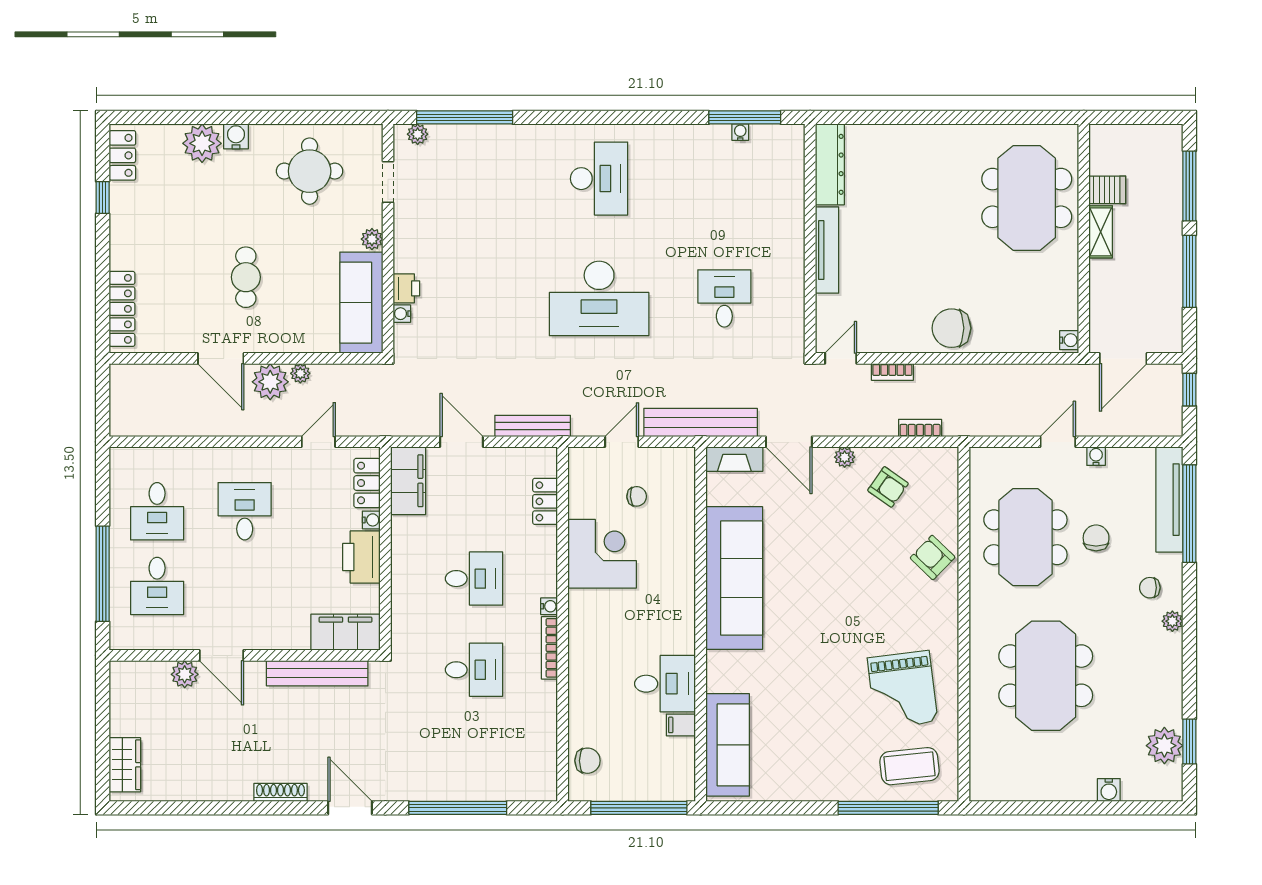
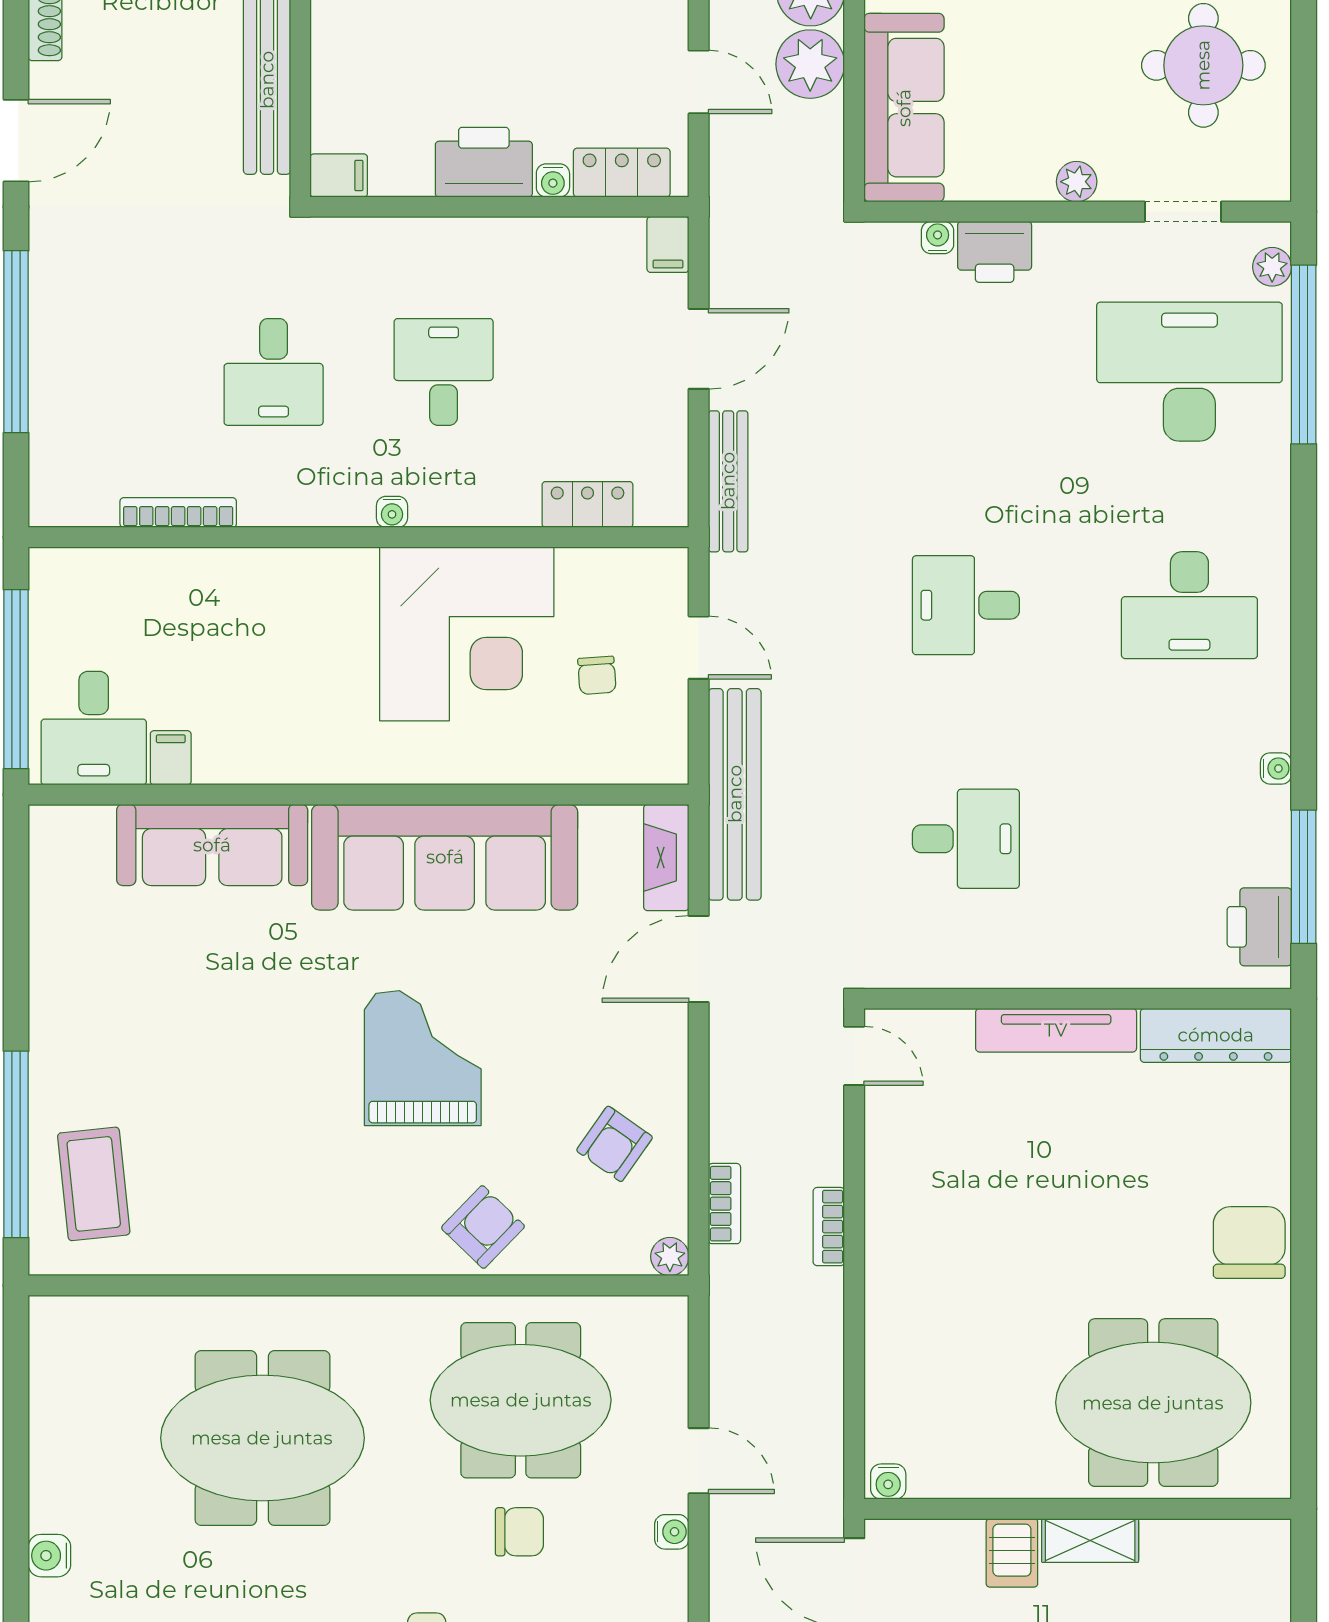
water cooler: (740, 132) -> (1276, 768), moved
printer: (772, 141) -> (1259, 927), added
desk: (474, 179) -> (1189, 372), added
server rack: (1107, 190) -> (1012, 1553), moved
printer: (406, 288) -> (995, 252), width x1.36, depth x1.24
desk: (599, 298) -> (966, 605), width x0.53, depth x0.77
sofa: (361, 303) -> (904, 108), moved, turned 90
chair: (952, 328) -> (1249, 1242), moved
bookcase: (892, 372) -> (829, 1227), moved
plant: (300, 373) -> (810, 64), width x1.88, depth x1.88
plant: (845, 457) -> (670, 1257), moved
filing cabinet: (408, 481) -> (668, 244), width x0.33, depth x0.86
corner desk: (602, 554) -> (467, 634), width x1.36, depth x1.36
desk: (474, 579) -> (444, 372), turned 180
filing cabinet: (345, 632) -> (339, 175), width x0.33, depth x0.86
bookcase: (549, 648) -> (178, 513), moved
desk: (665, 684) -> (94, 728), moved
grand piano: (903, 690) -> (423, 1058), moved, turned 97
sofa: (728, 745) -> (212, 845), moved
chair: (588, 761) -> (104, 584), removed

